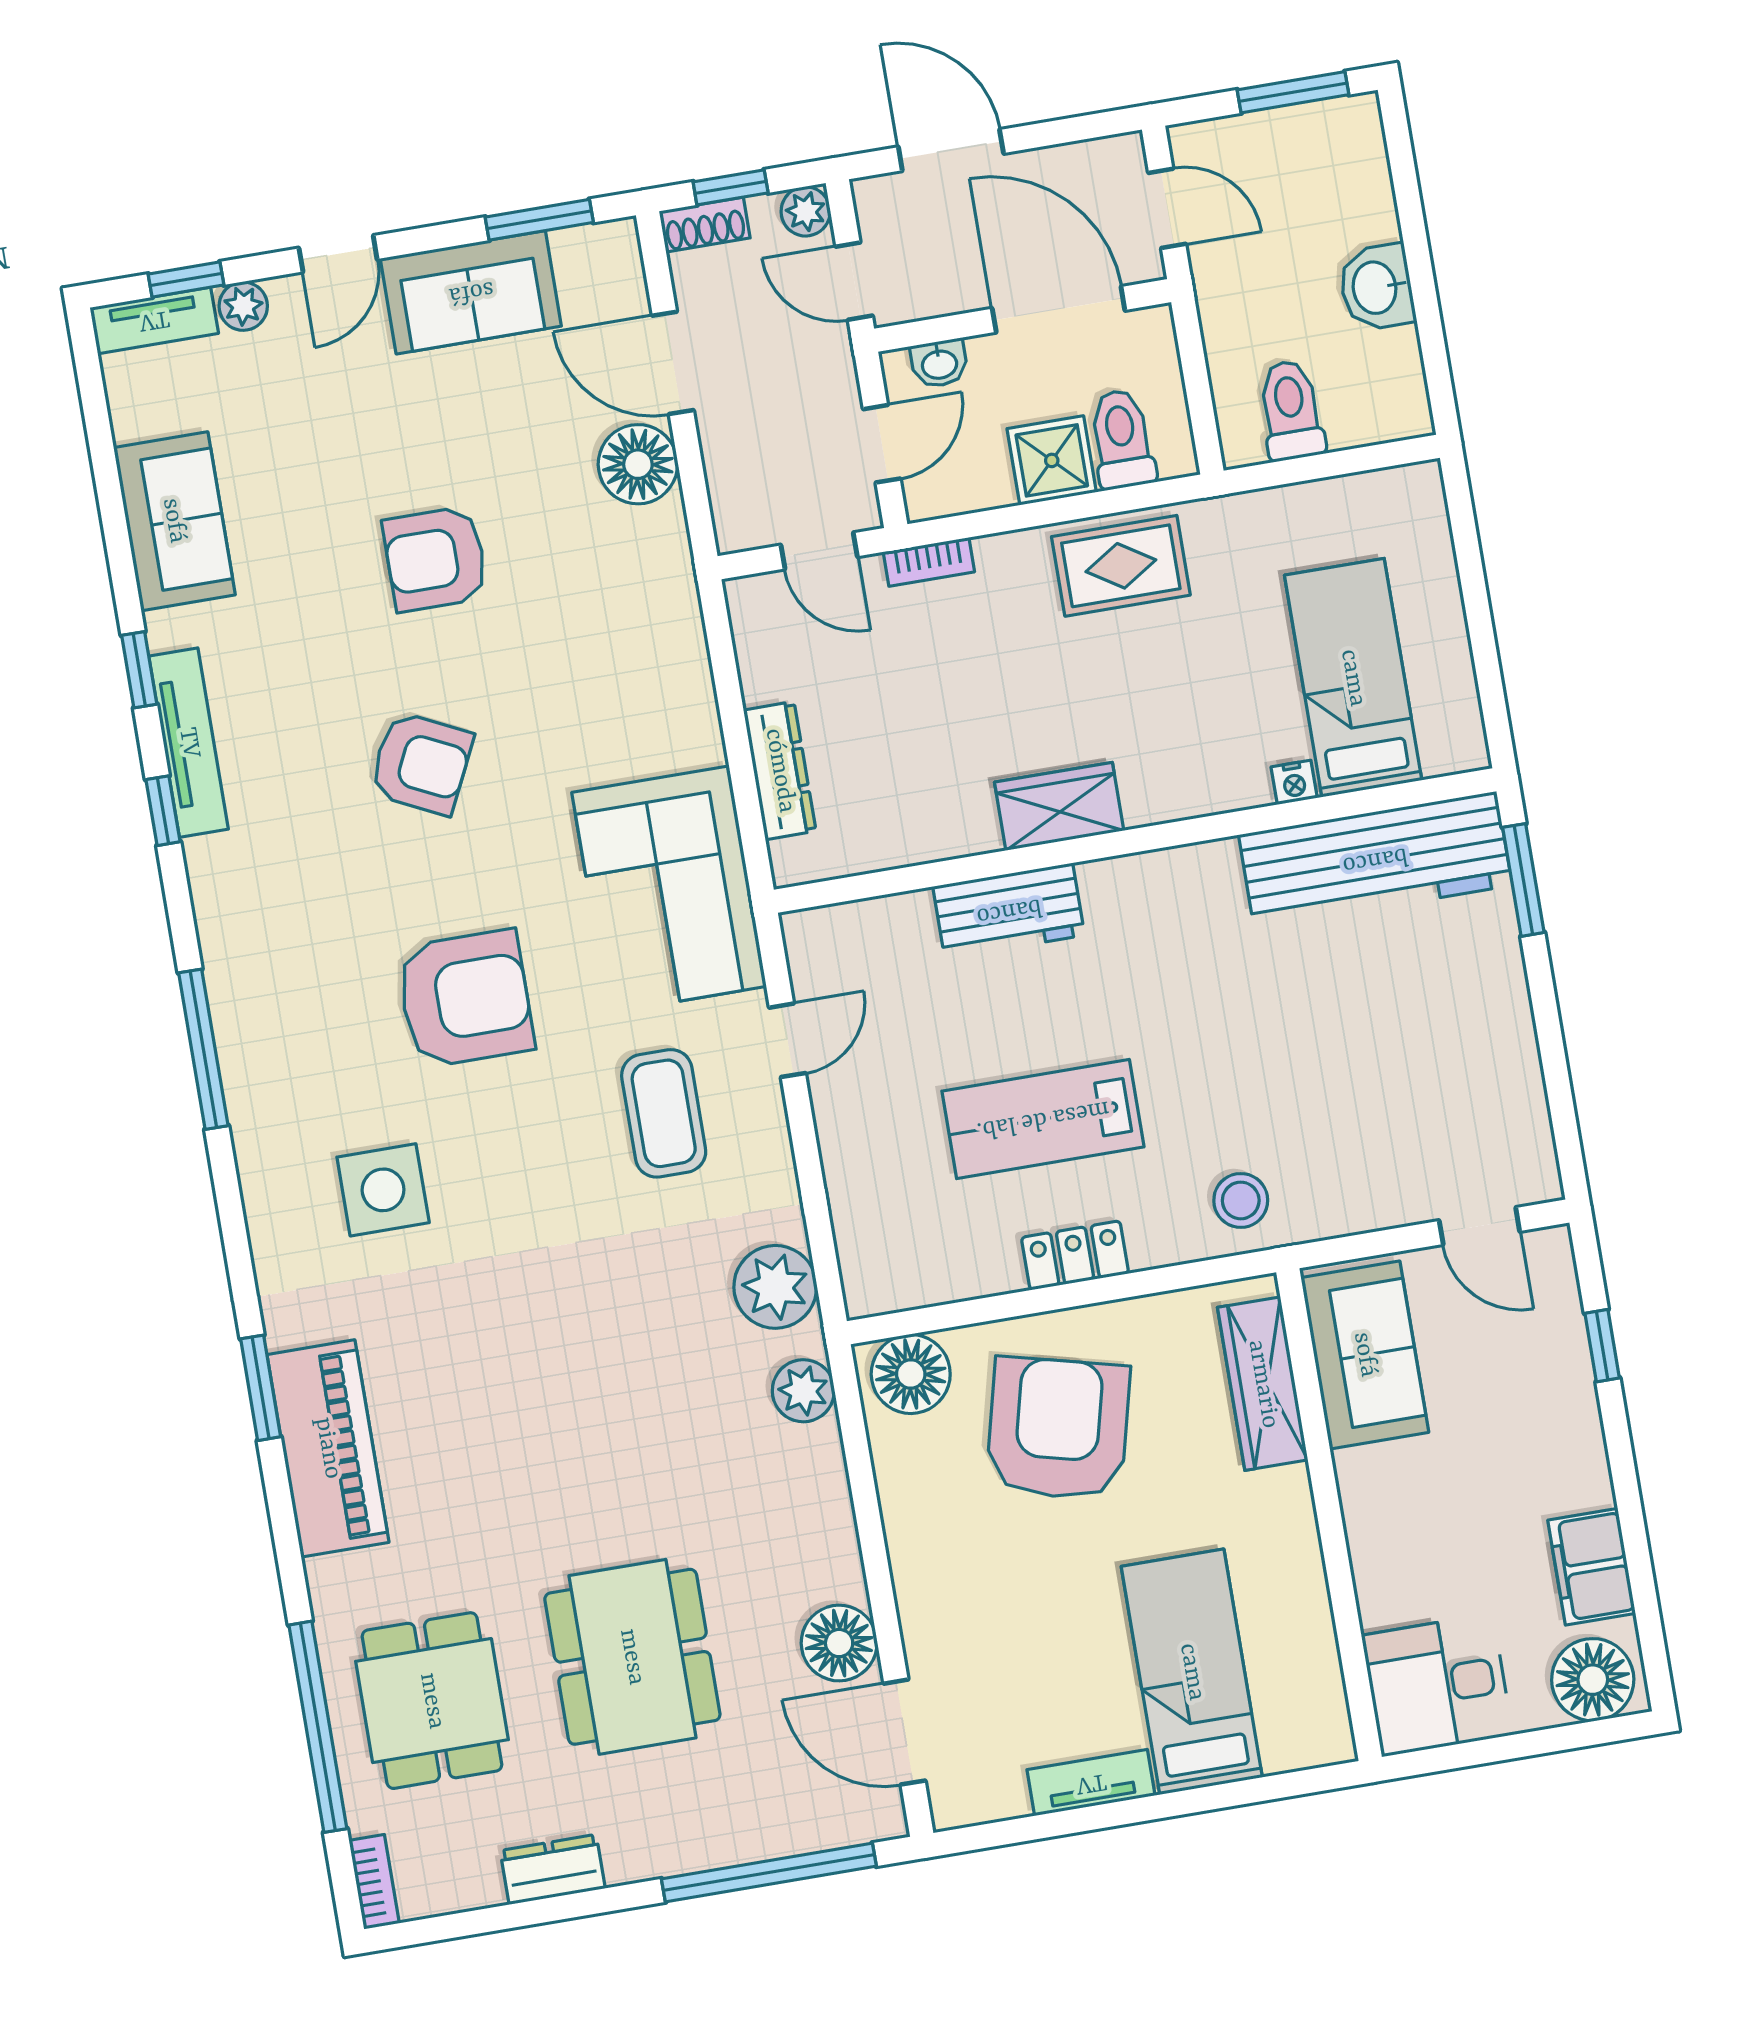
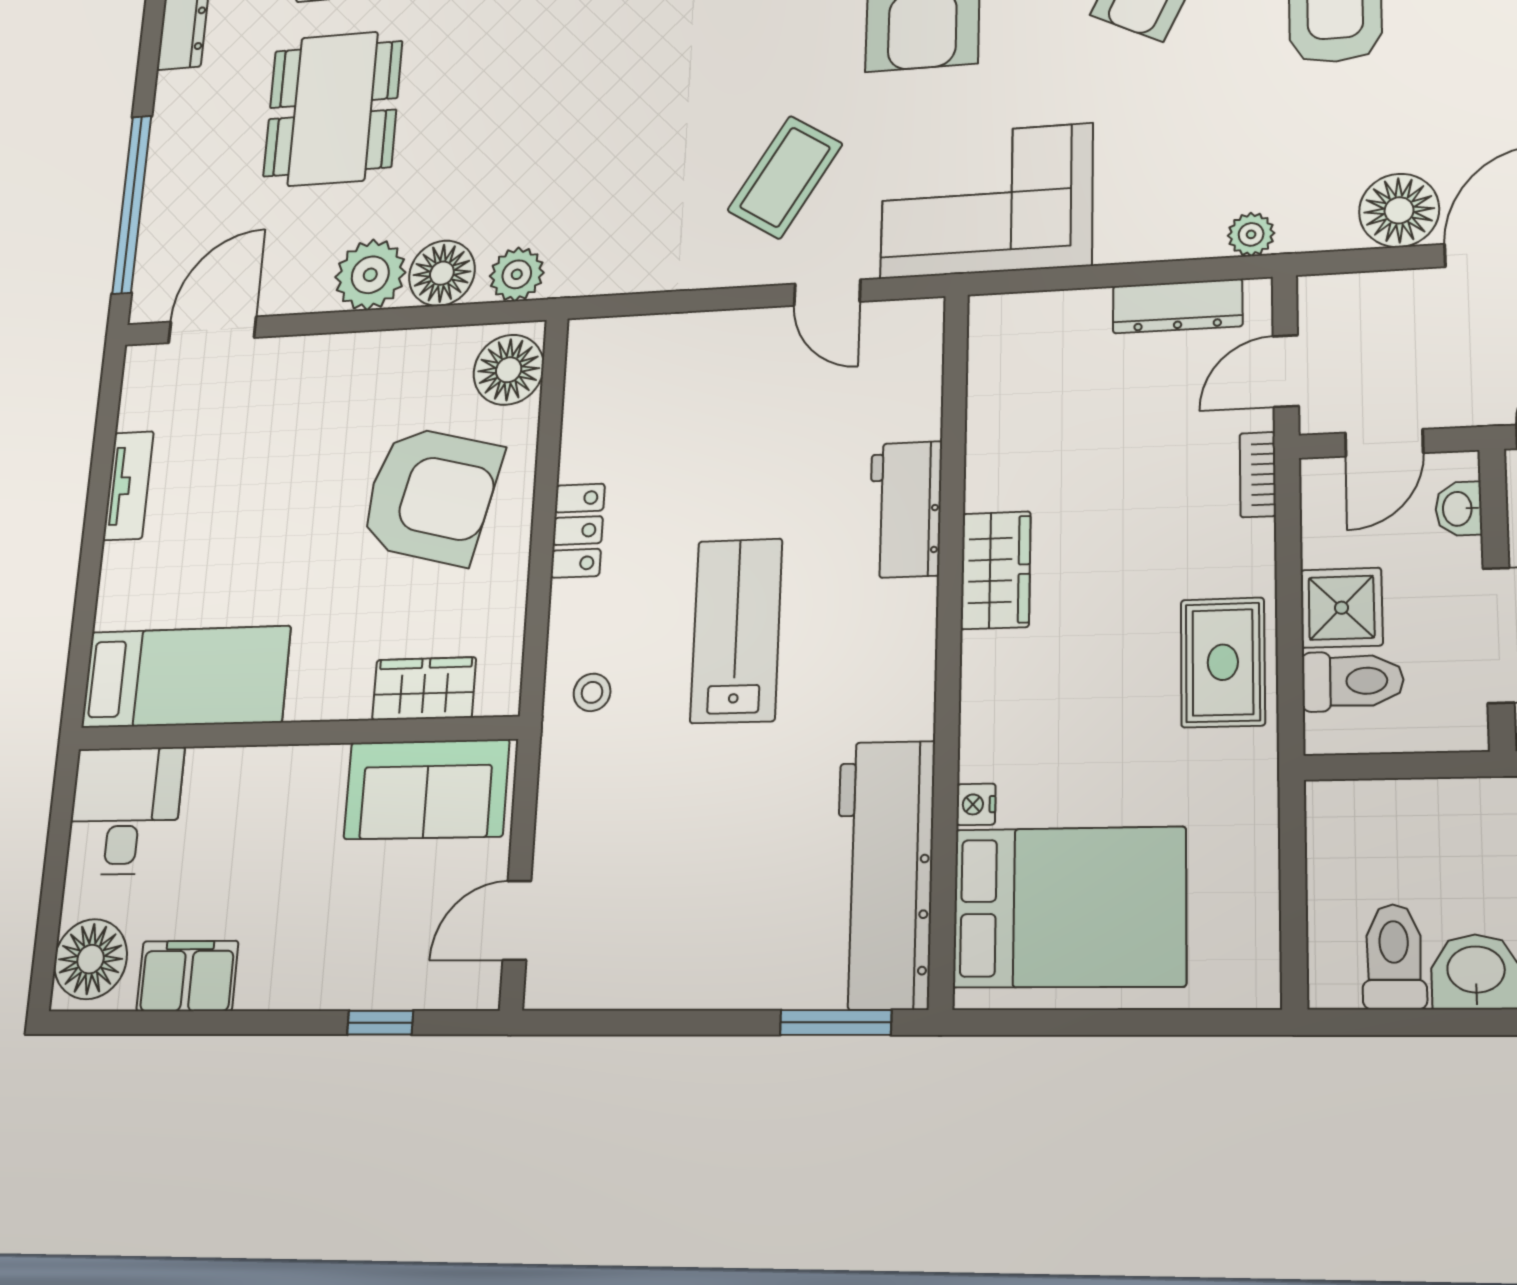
toilet: (1291, 410) -> (1394, 957), moved, turned -90
door: (882, 444) -> (1384, 443), hinge flipped
plant: (678, 608) -> (1251, 234), added
bed: (1353, 678) -> (1069, 907), width x1.50
dresser: (780, 771) -> (1177, 306), moved
coffee table: (664, 1113) -> (785, 177), turned -58
lab bench: (1043, 1119) -> (736, 630), moved
stool: (1241, 1200) -> (592, 692), width x0.73, depth x0.73
plant: (775, 1287) -> (370, 275), moved
wardrobe: (1263, 1384) -> (424, 689), width x0.67
floor lamp: (839, 1643) -> (442, 273), moved
dining table: (632, 1657) -> (333, 109), turned 90
bed: (1192, 1672) -> (186, 677), moved

